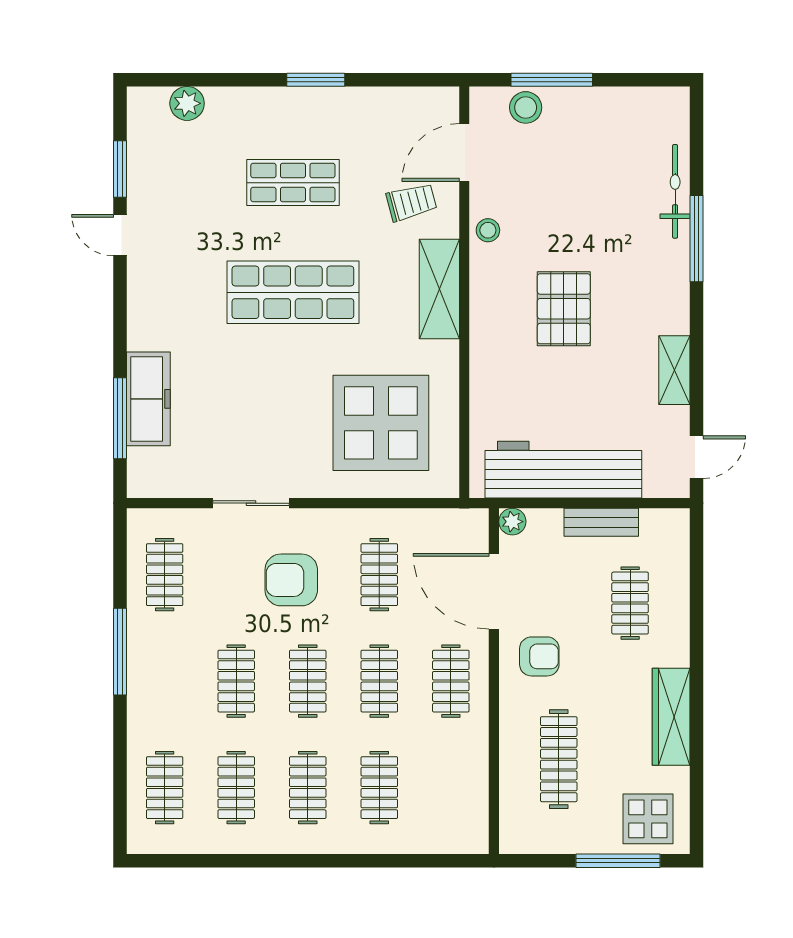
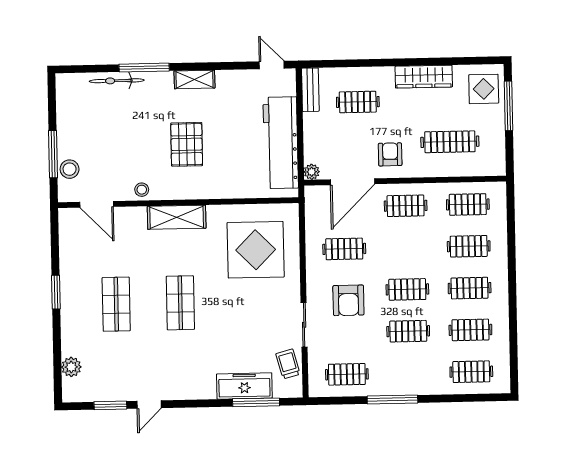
trolley: (411, 202) -> (288, 364), moved
shop shelf: (293, 292) -> (180, 303), width x0.70, depth x0.74
pallet: (564, 309) -> (187, 144), turned 90
shelving: (674, 370) -> (194, 79), moved
bench: (601, 522) -> (310, 90), moved
clothes rail: (379, 681) -> (468, 204), moved

